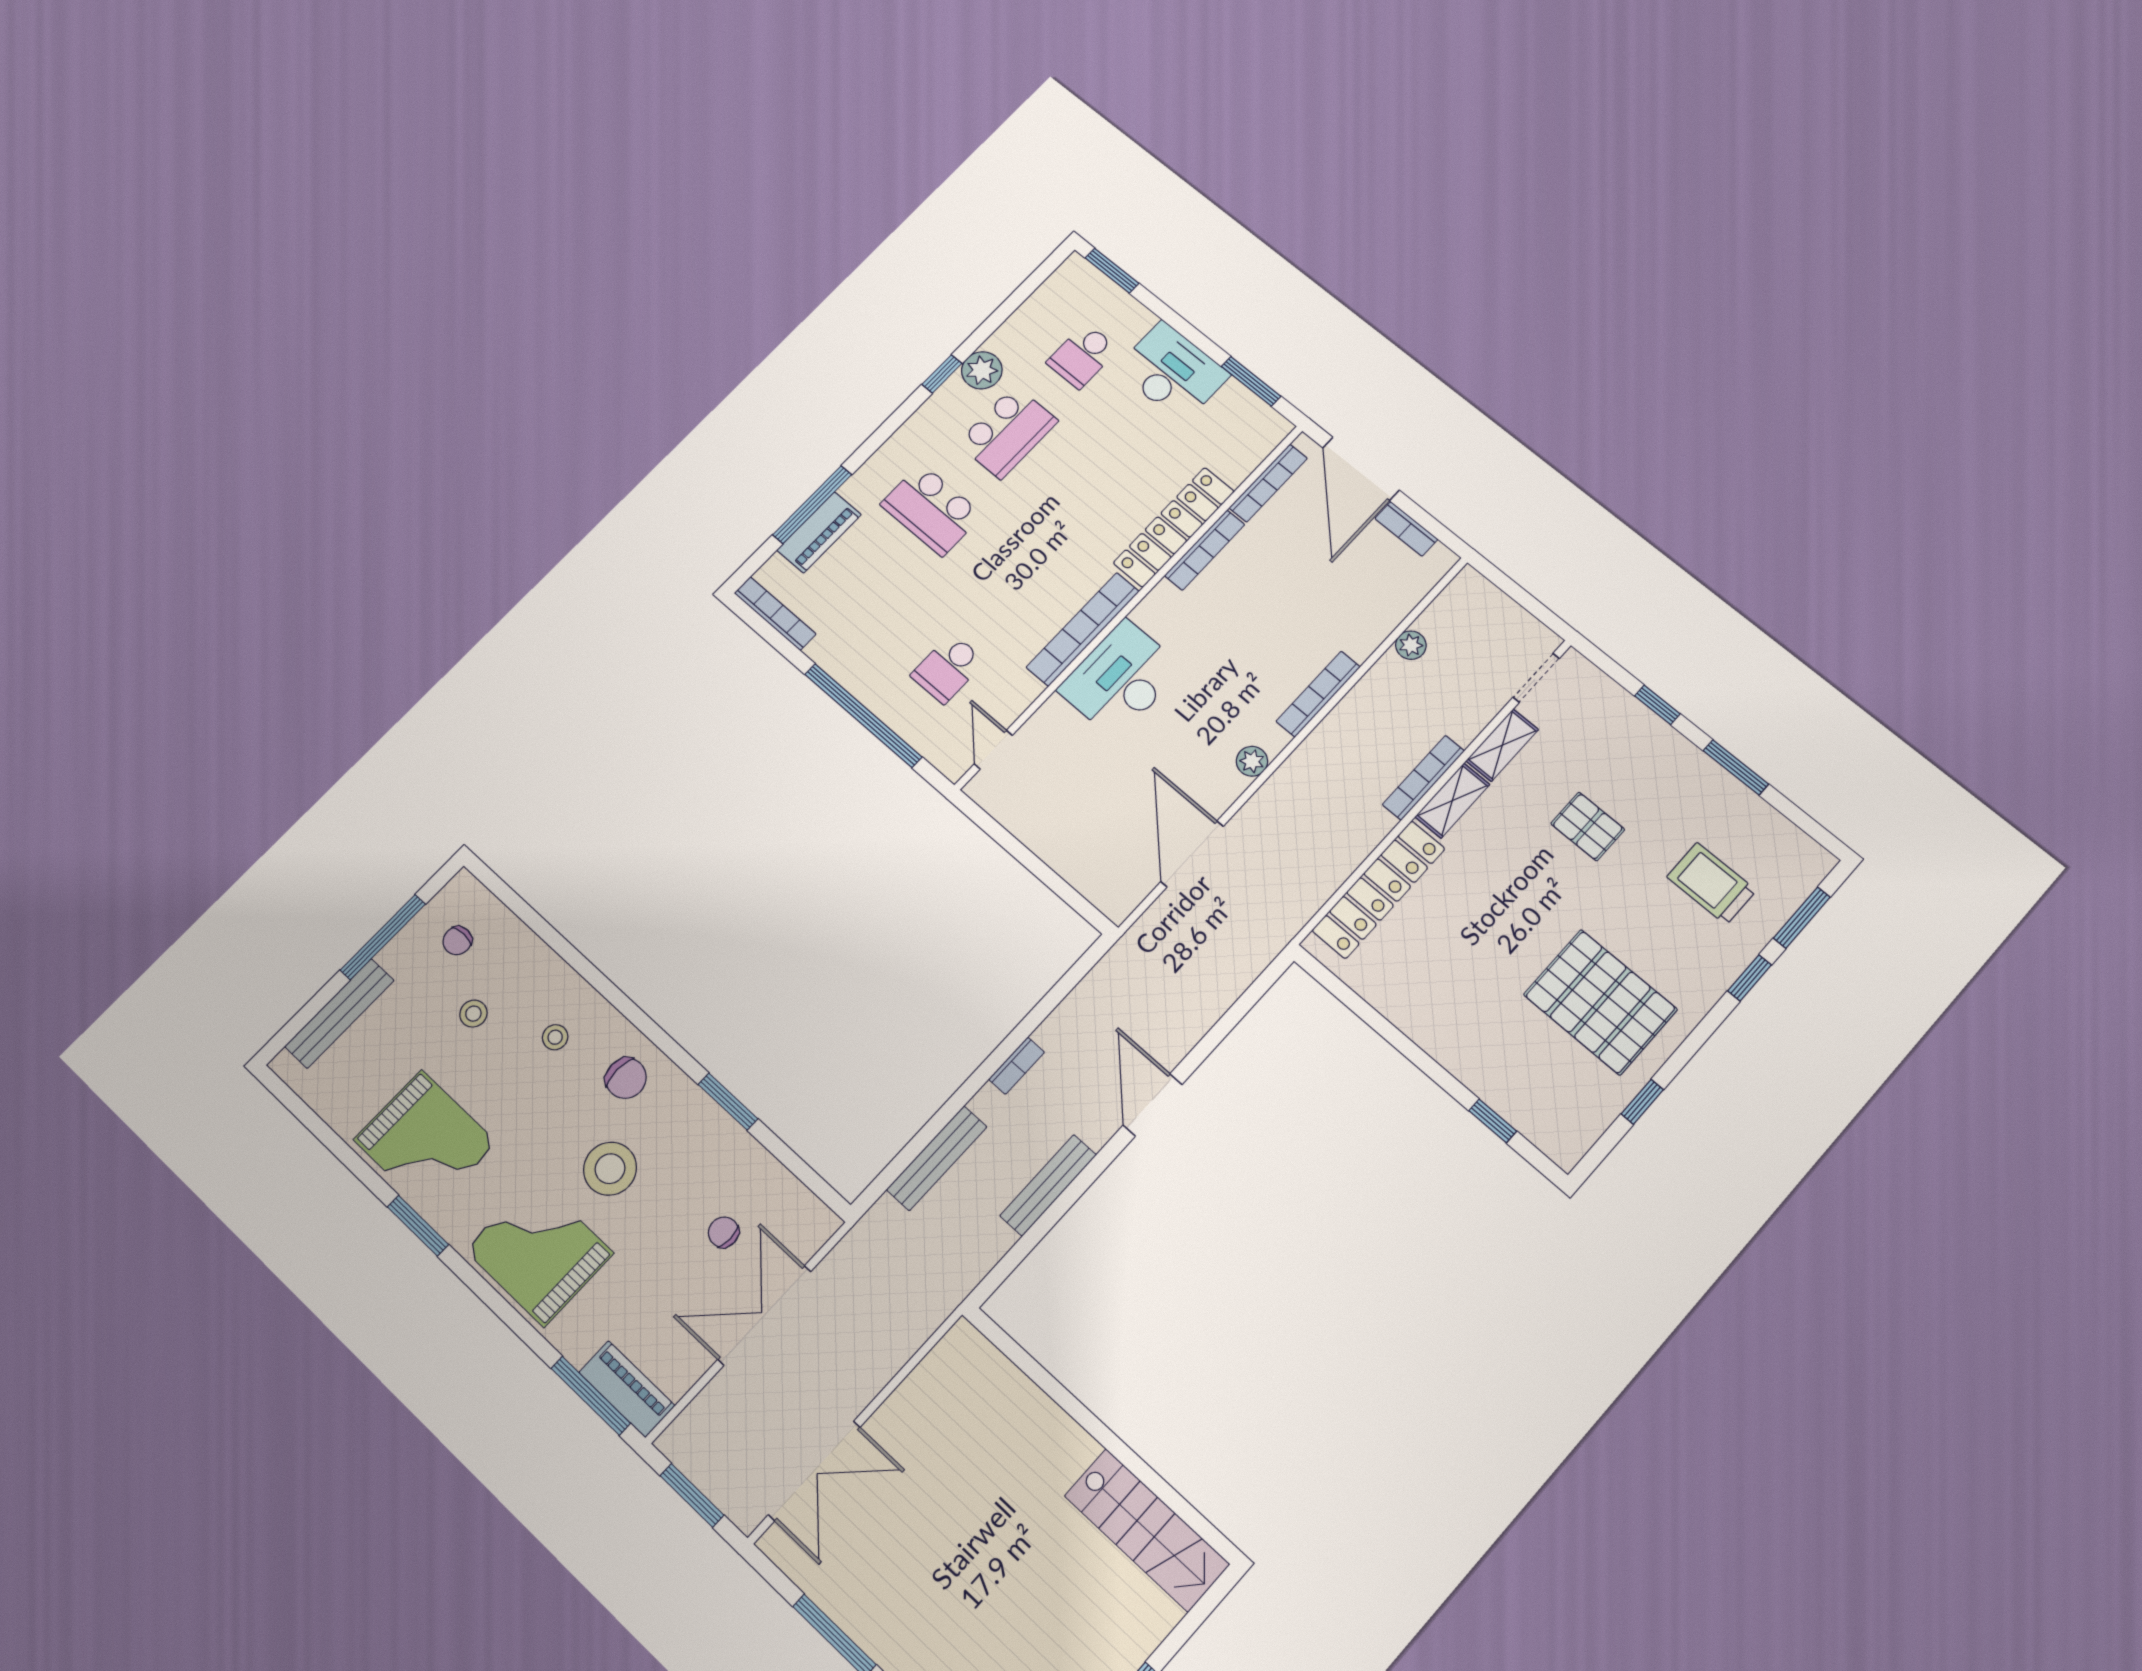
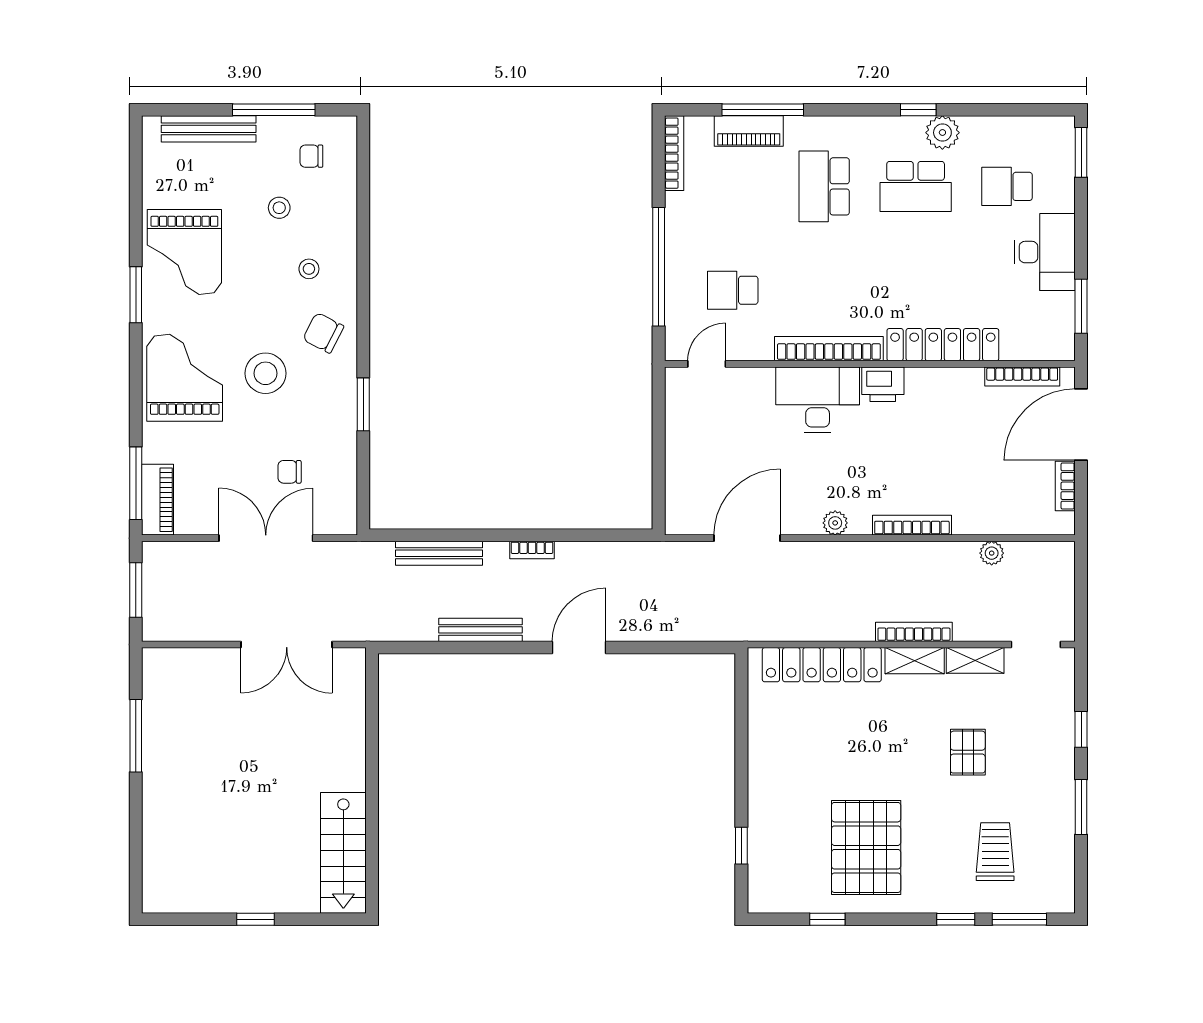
bookcase: (1205, 550) -> (944, 377), removed
printer: (1161, 610) -> (883, 384), added
chair: (626, 1078) -> (323, 333), turned 117
chair: (724, 1232) -> (290, 472), turned -90
double door: (814, 1471) -> (287, 645), moved

